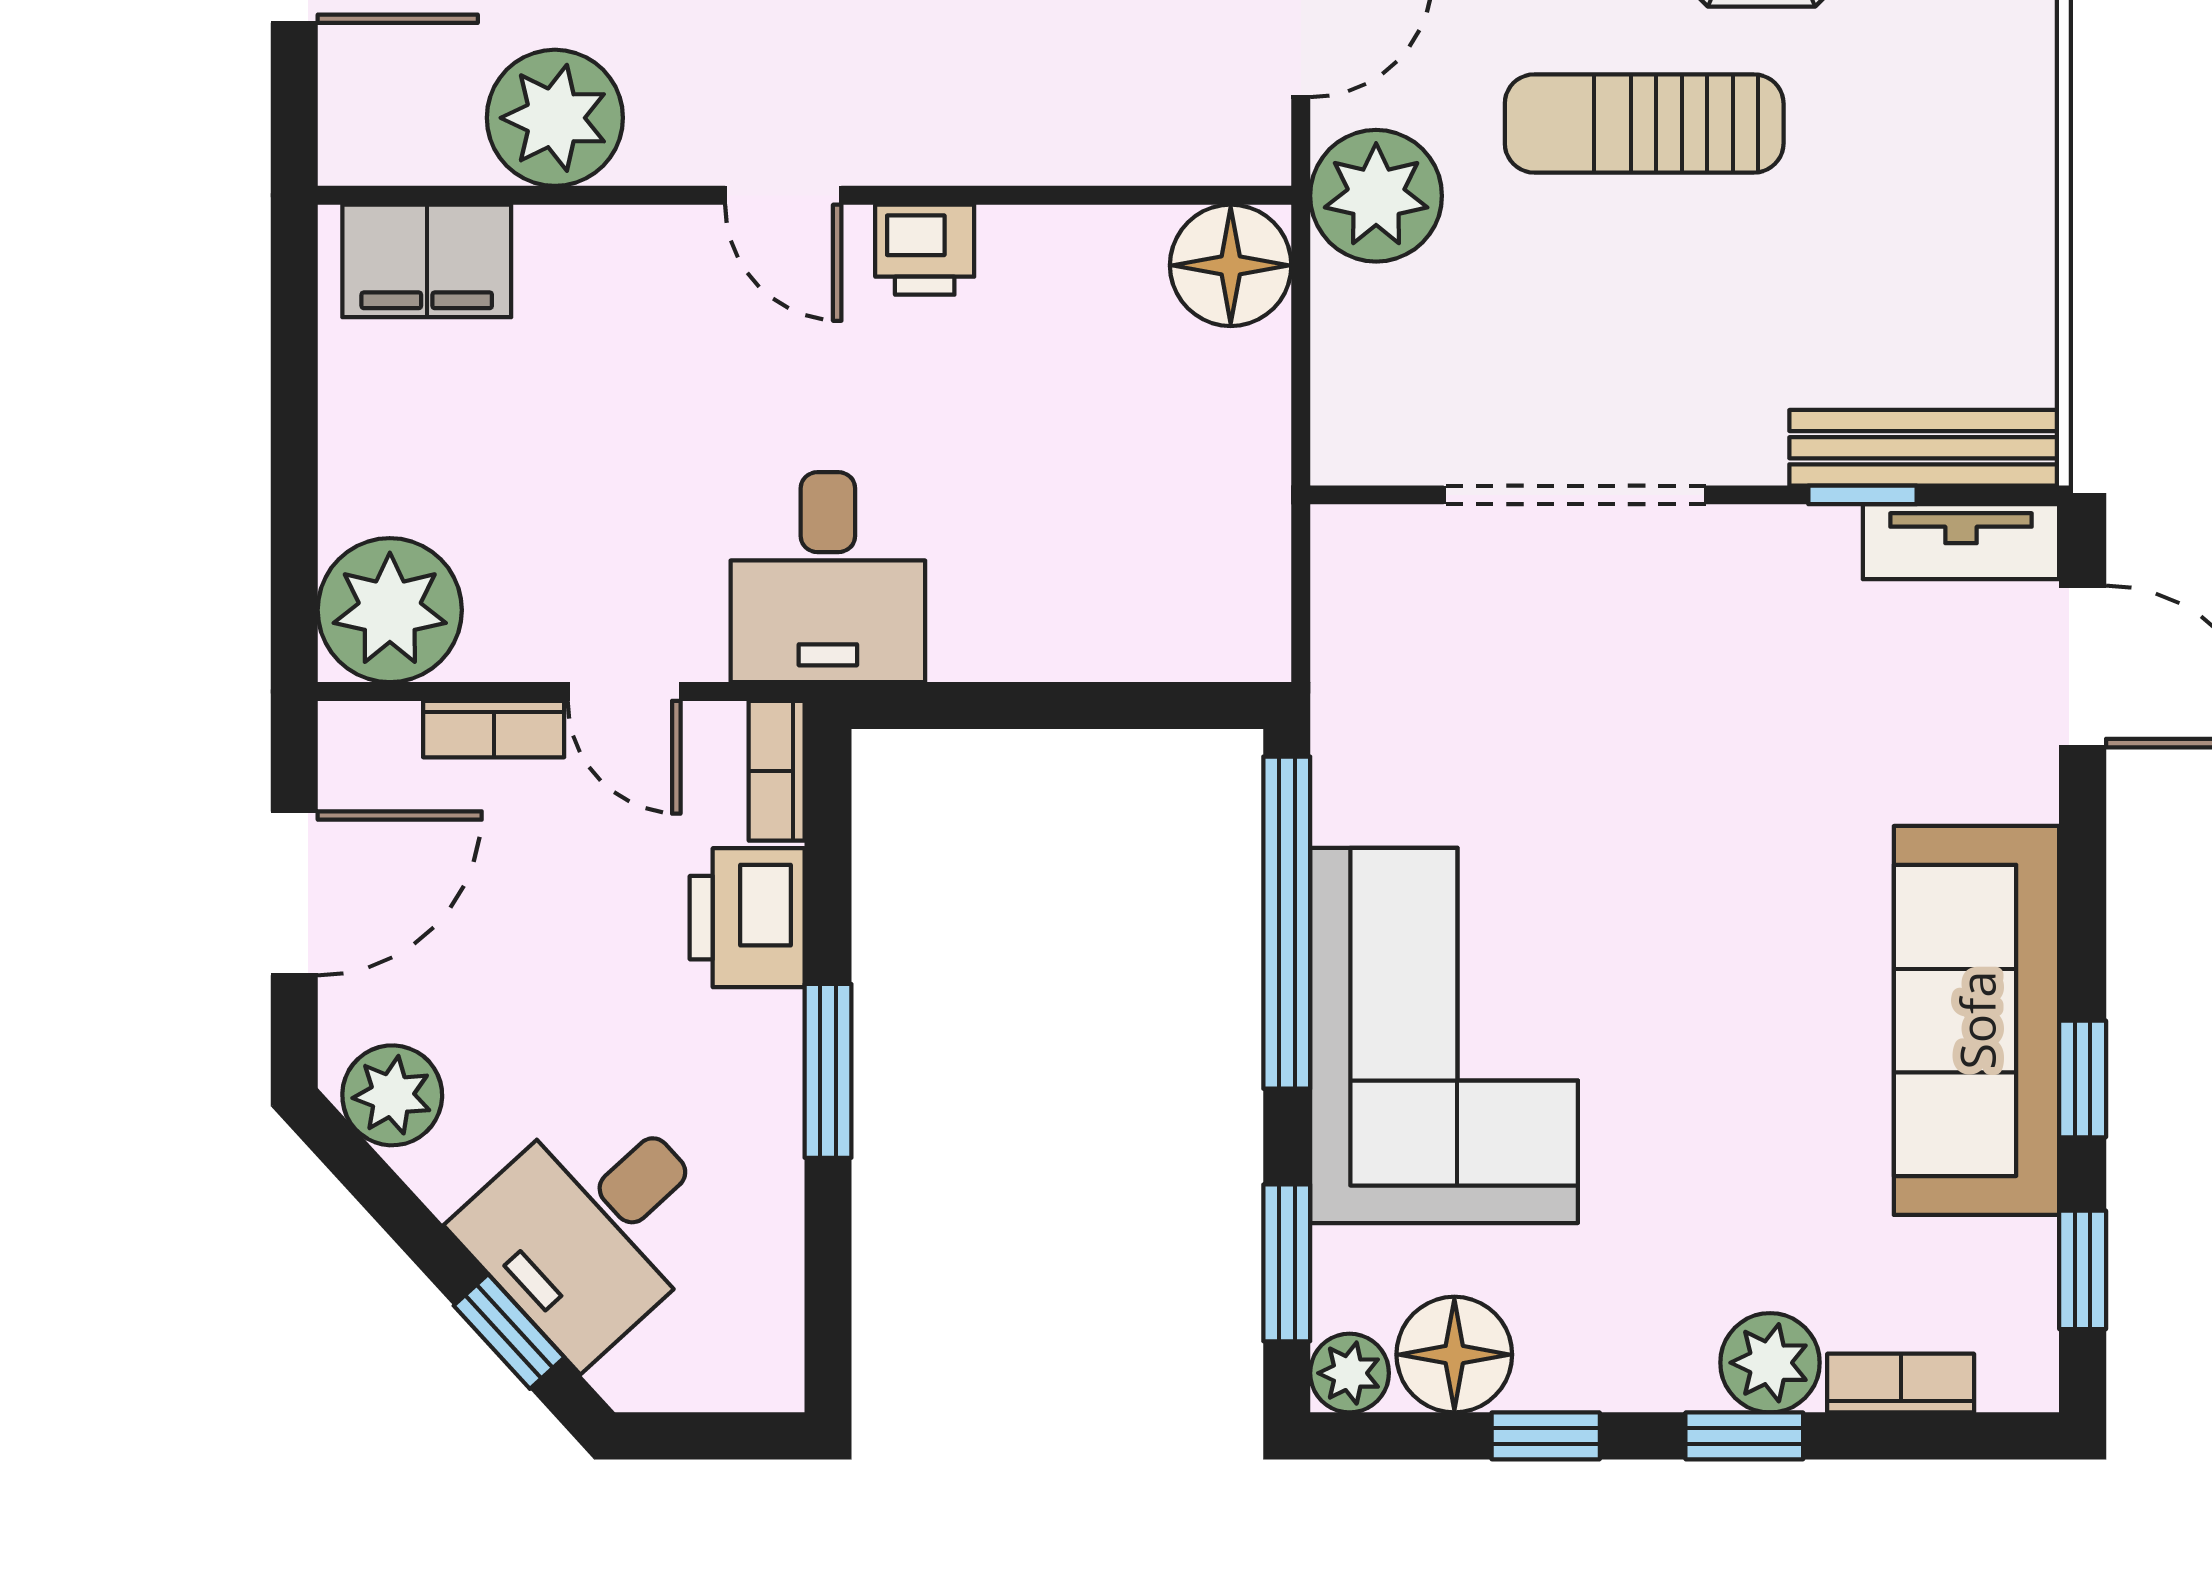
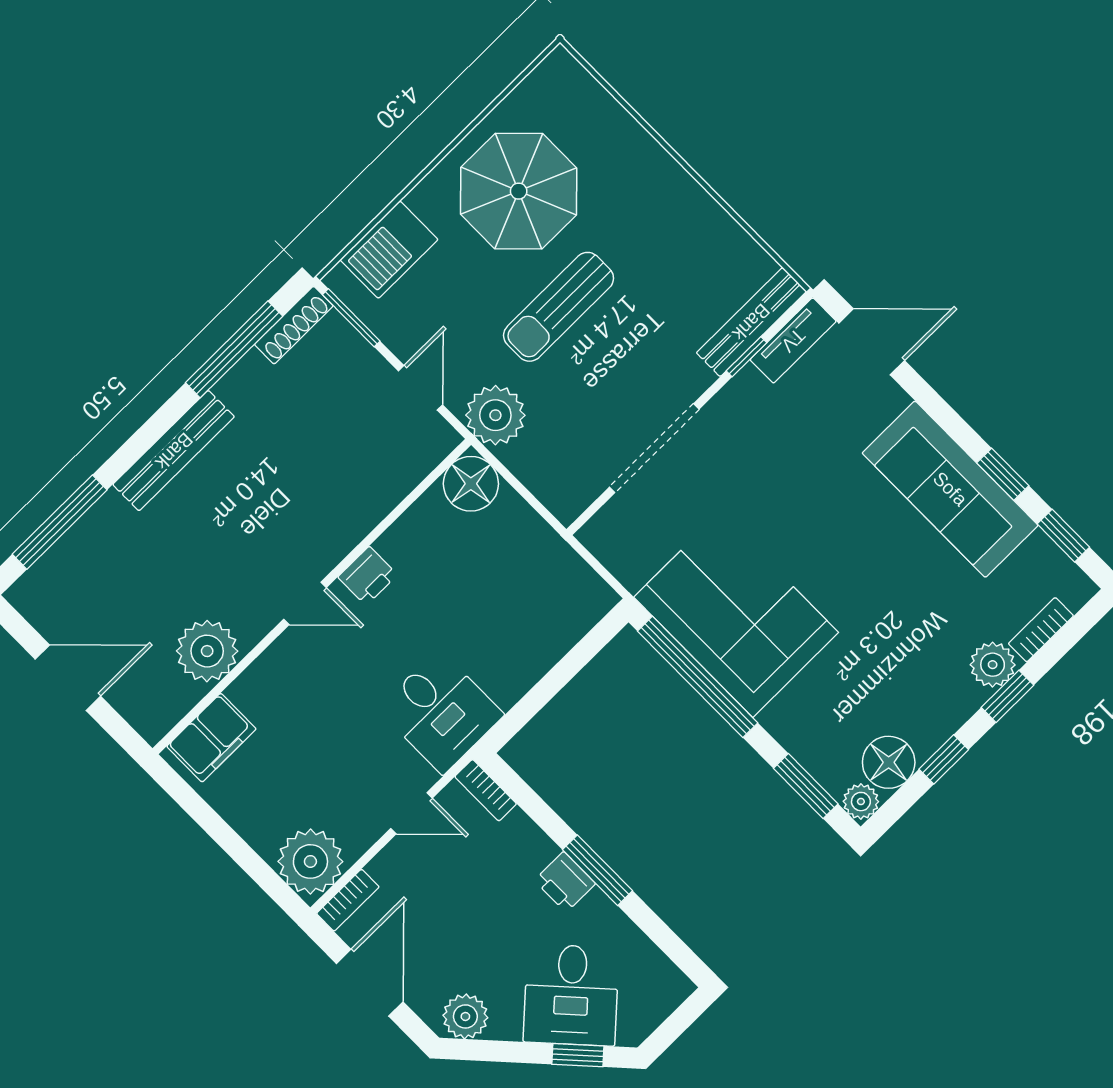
bookcase: (494, 729) -> (348, 900), moved
printer: (747, 918) -> (565, 882), moved, width x0.73, depth x0.81
corner sofa: (1444, 1035) -> (736, 615), moved

